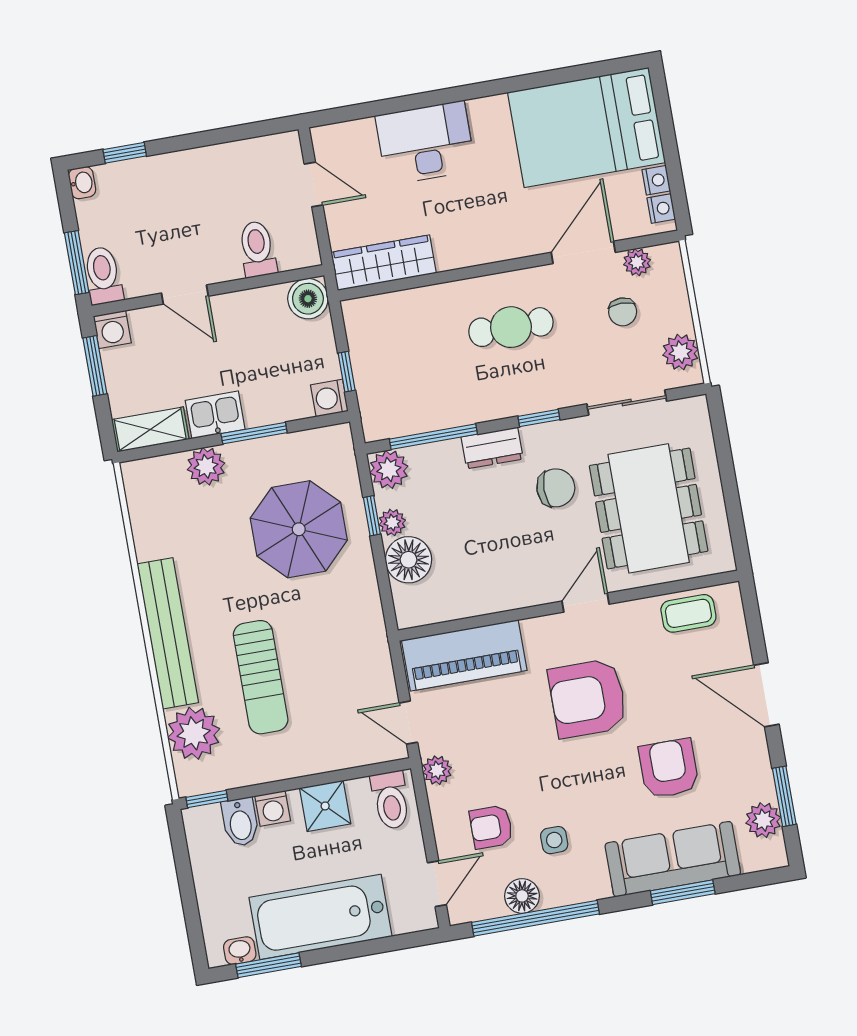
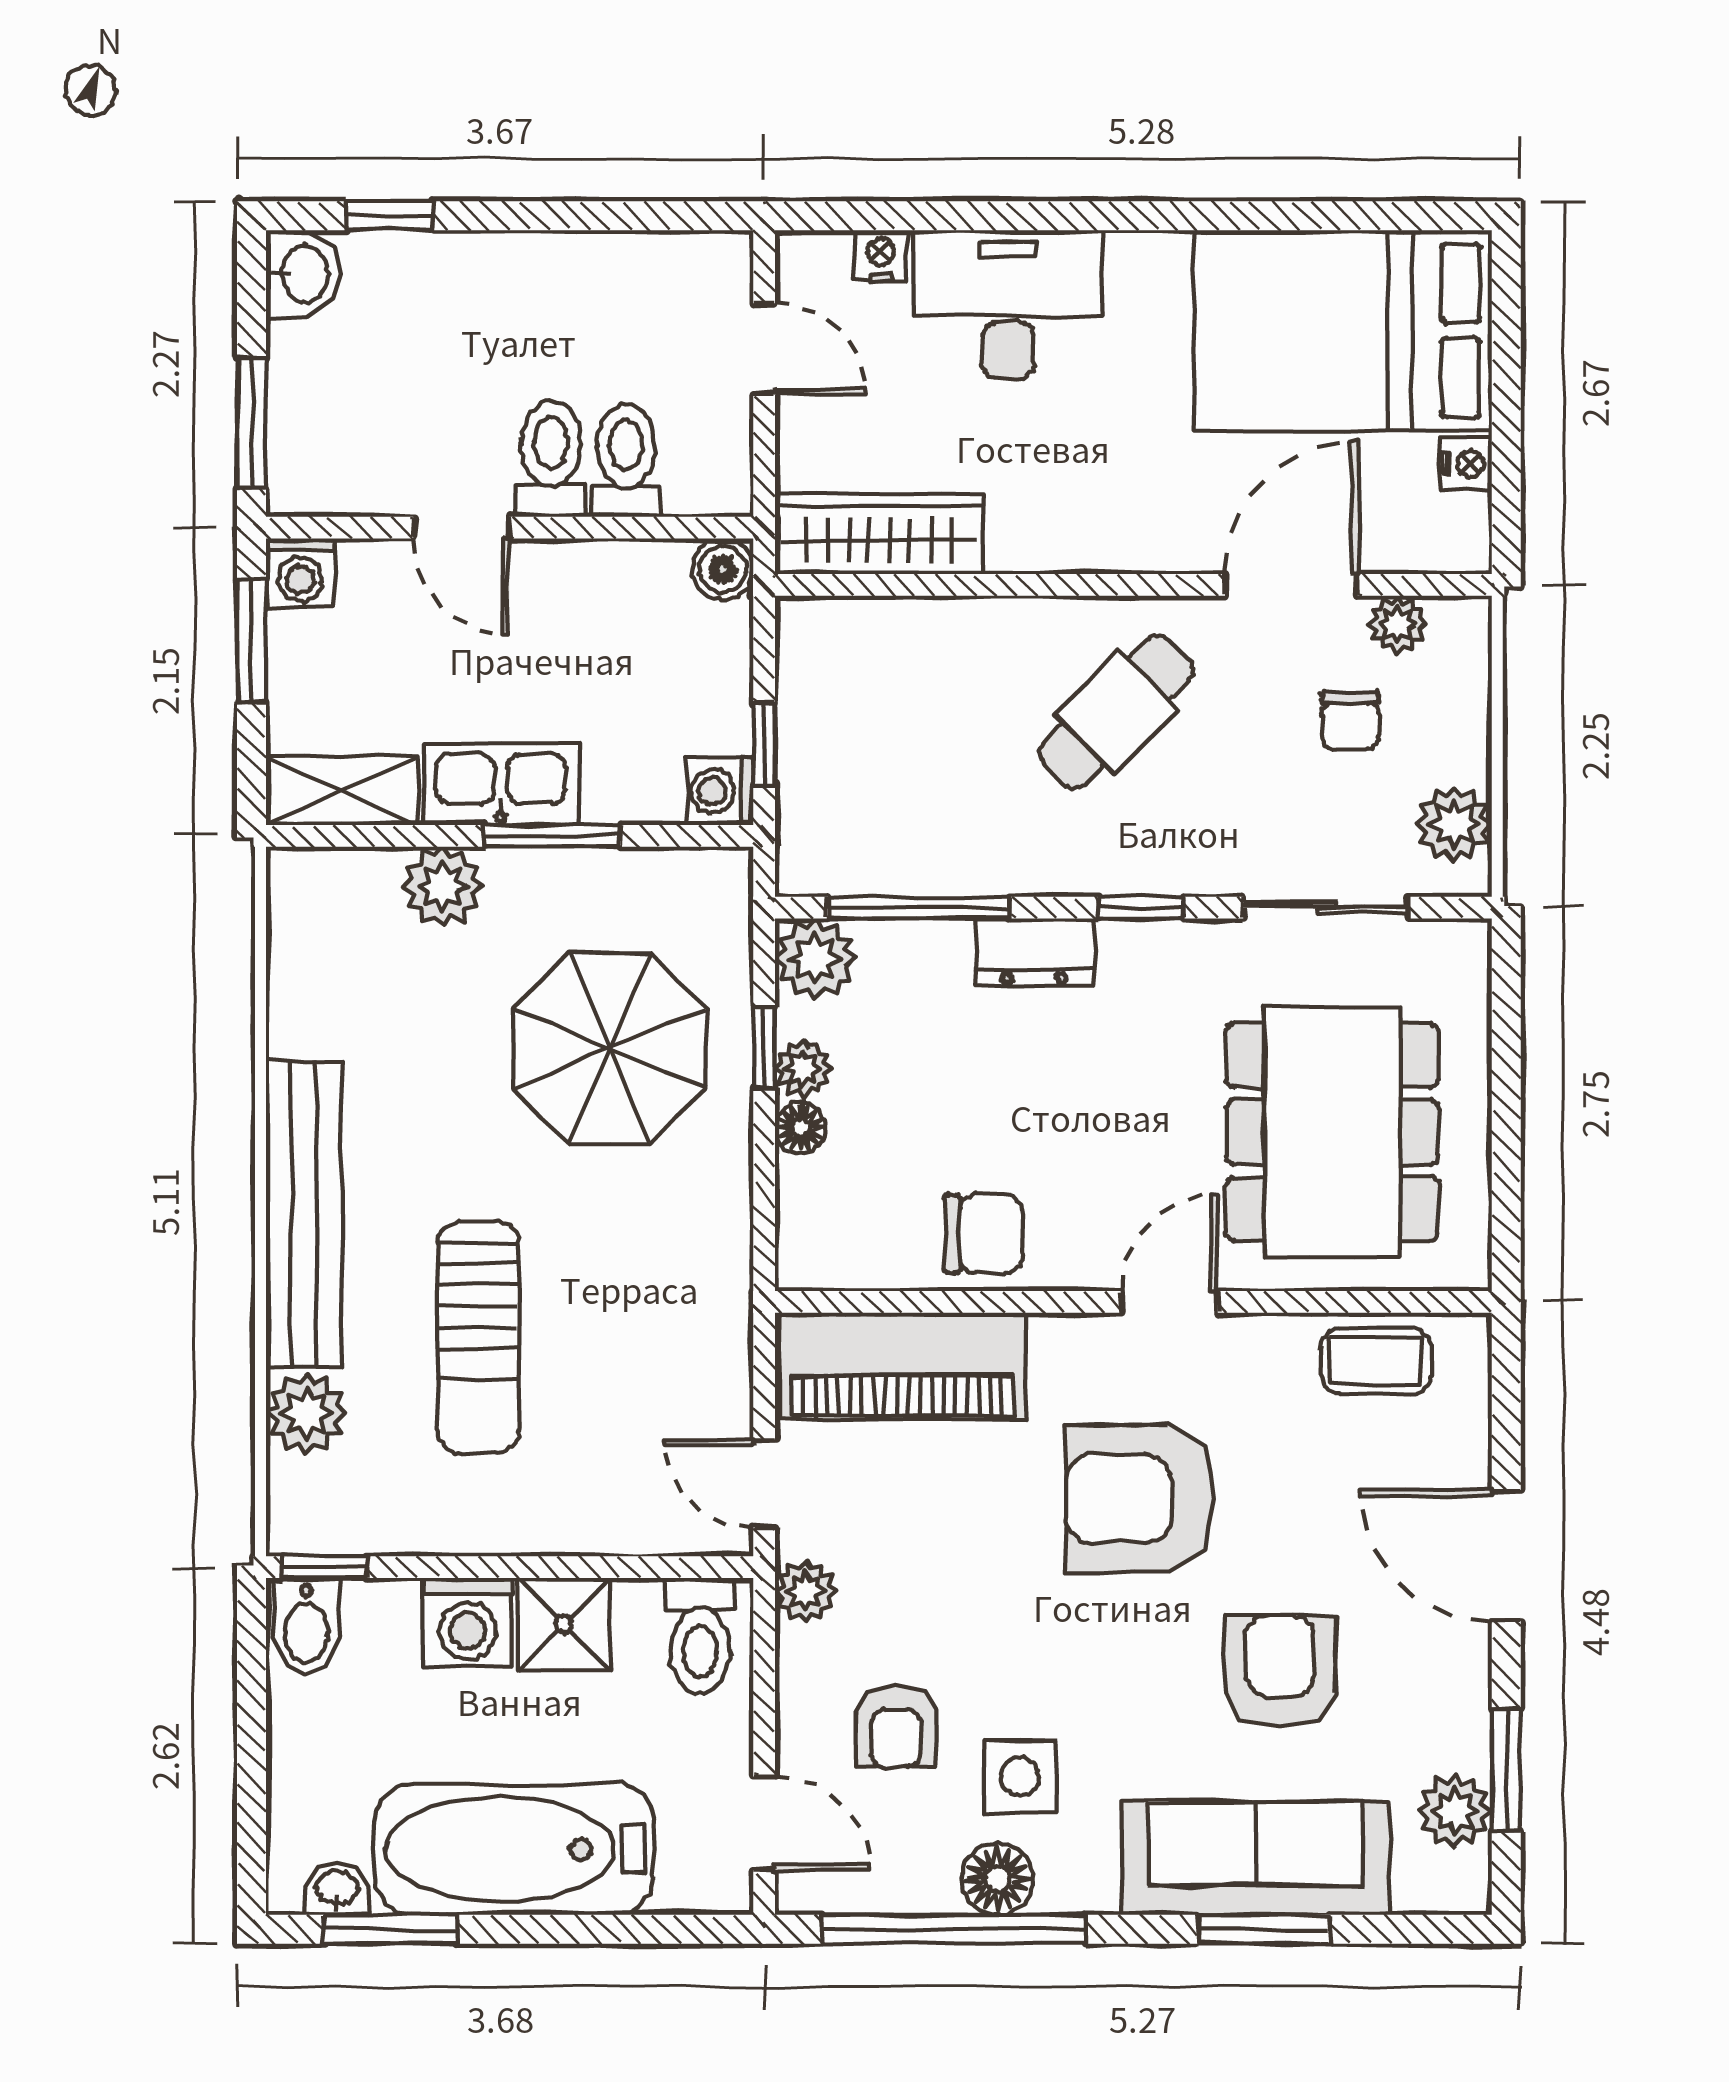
washbasin: (82, 183) -> (303, 274), width x1.38, depth x1.45
nightstand: (661, 209) -> (881, 255), moved, turned -90
toilet: (103, 275) -> (551, 459), moved
boiler: (308, 299) -> (723, 569), width x0.73, depth x0.73
cafe table: (511, 327) -> (1116, 712), turned -45
kitchen sink: (215, 415) -> (501, 784), width x1.38
chair: (556, 488) -> (984, 1234), moved
floor lamp: (408, 560) -> (800, 1128), width x0.53, depth x0.53
plant: (194, 733) -> (306, 1413), width x0.73, depth x0.73
washing machine: (273, 808) -> (468, 1622), width x1.38, depth x1.38
bidet: (240, 822) -> (306, 1626), moved
armchair: (491, 827) -> (896, 1727), turned -90
side table: (554, 840) -> (1020, 1776), width x1.37, depth x1.37
door: (437, 884) -> (764, 1823), hinge flipped
floor lamp: (522, 896) -> (998, 1879), moved

